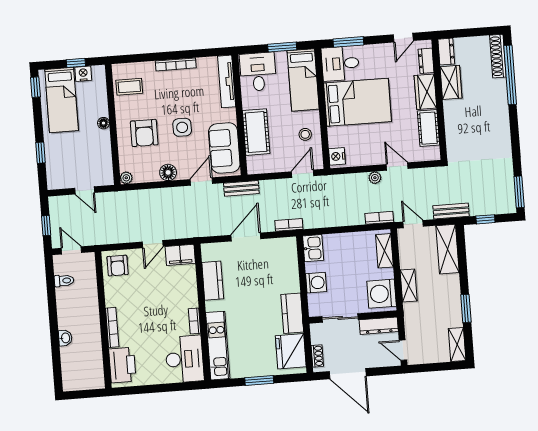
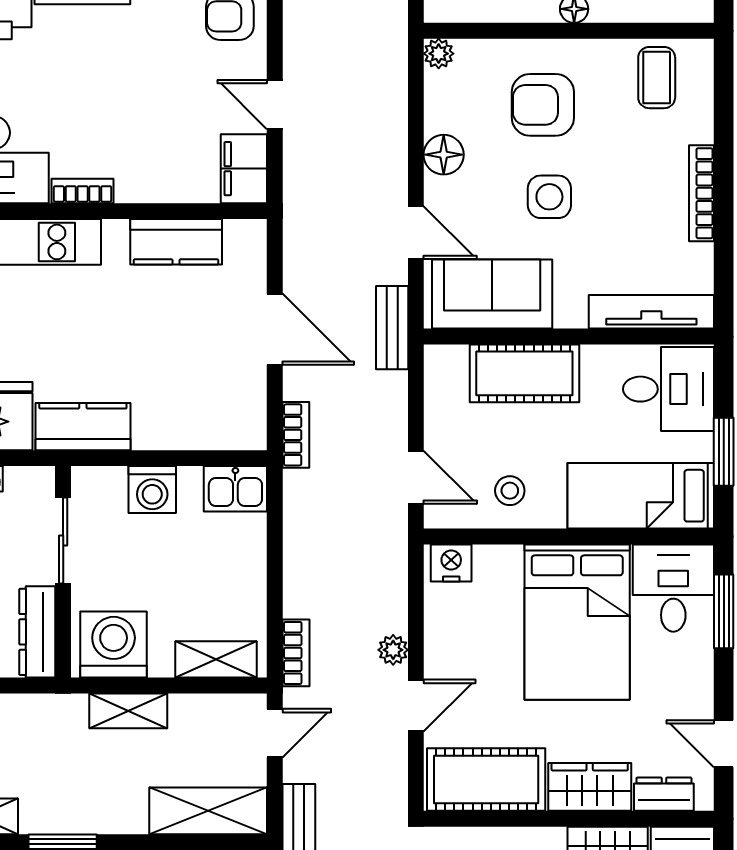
cot: (428, 128) -> (486, 779), width x1.37, depth x1.34

